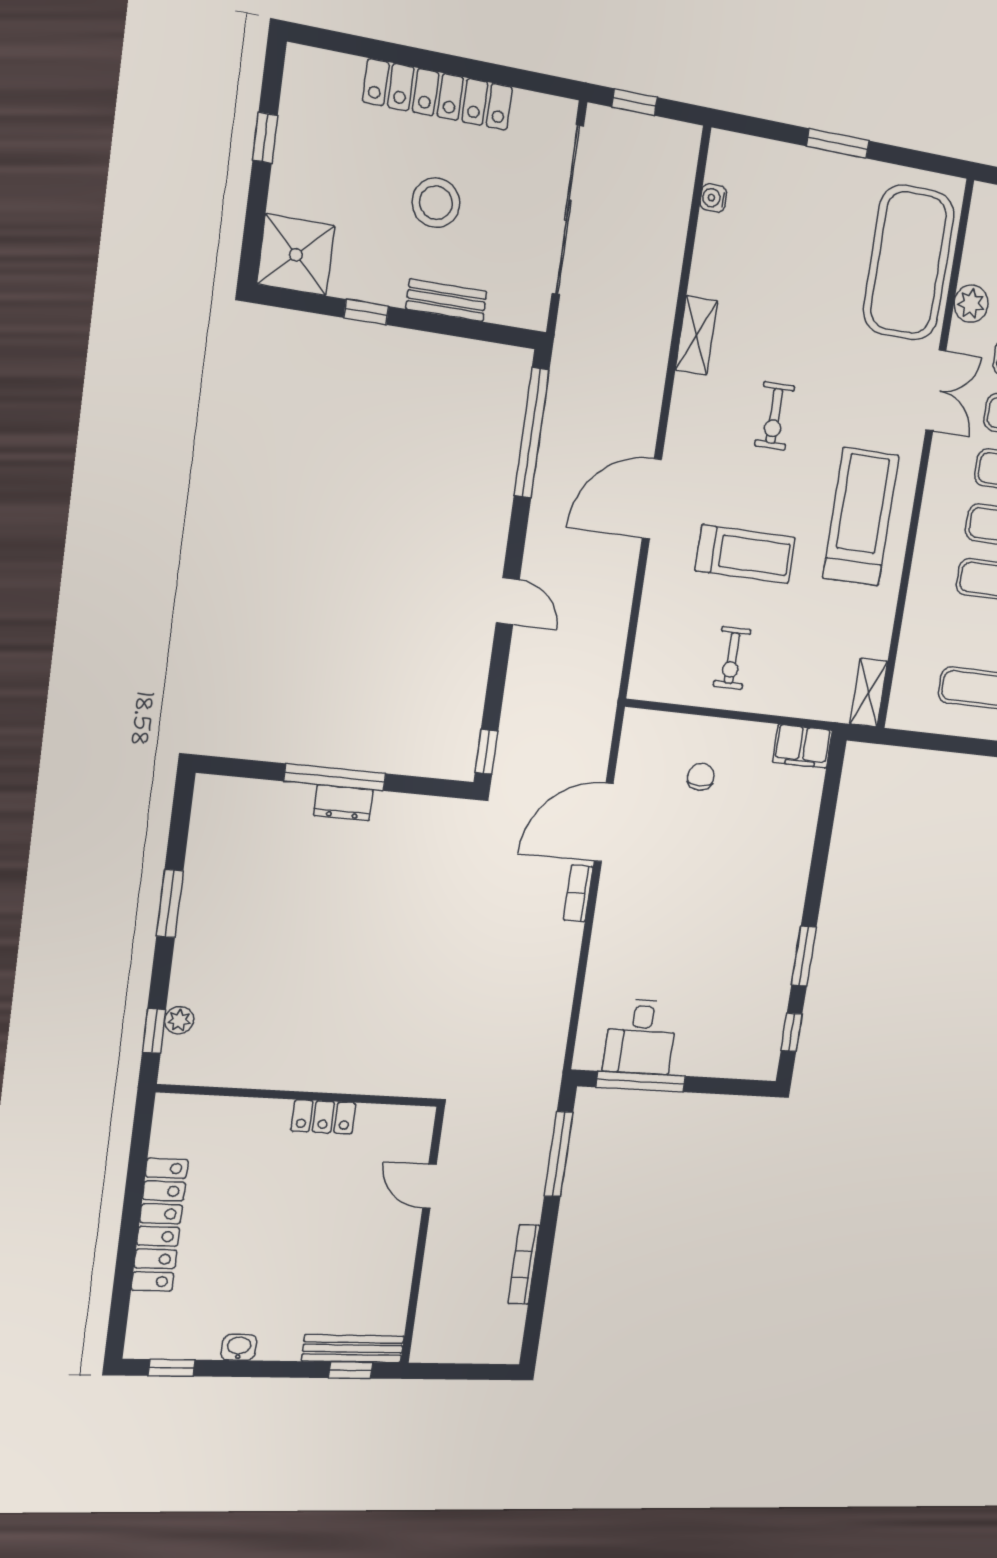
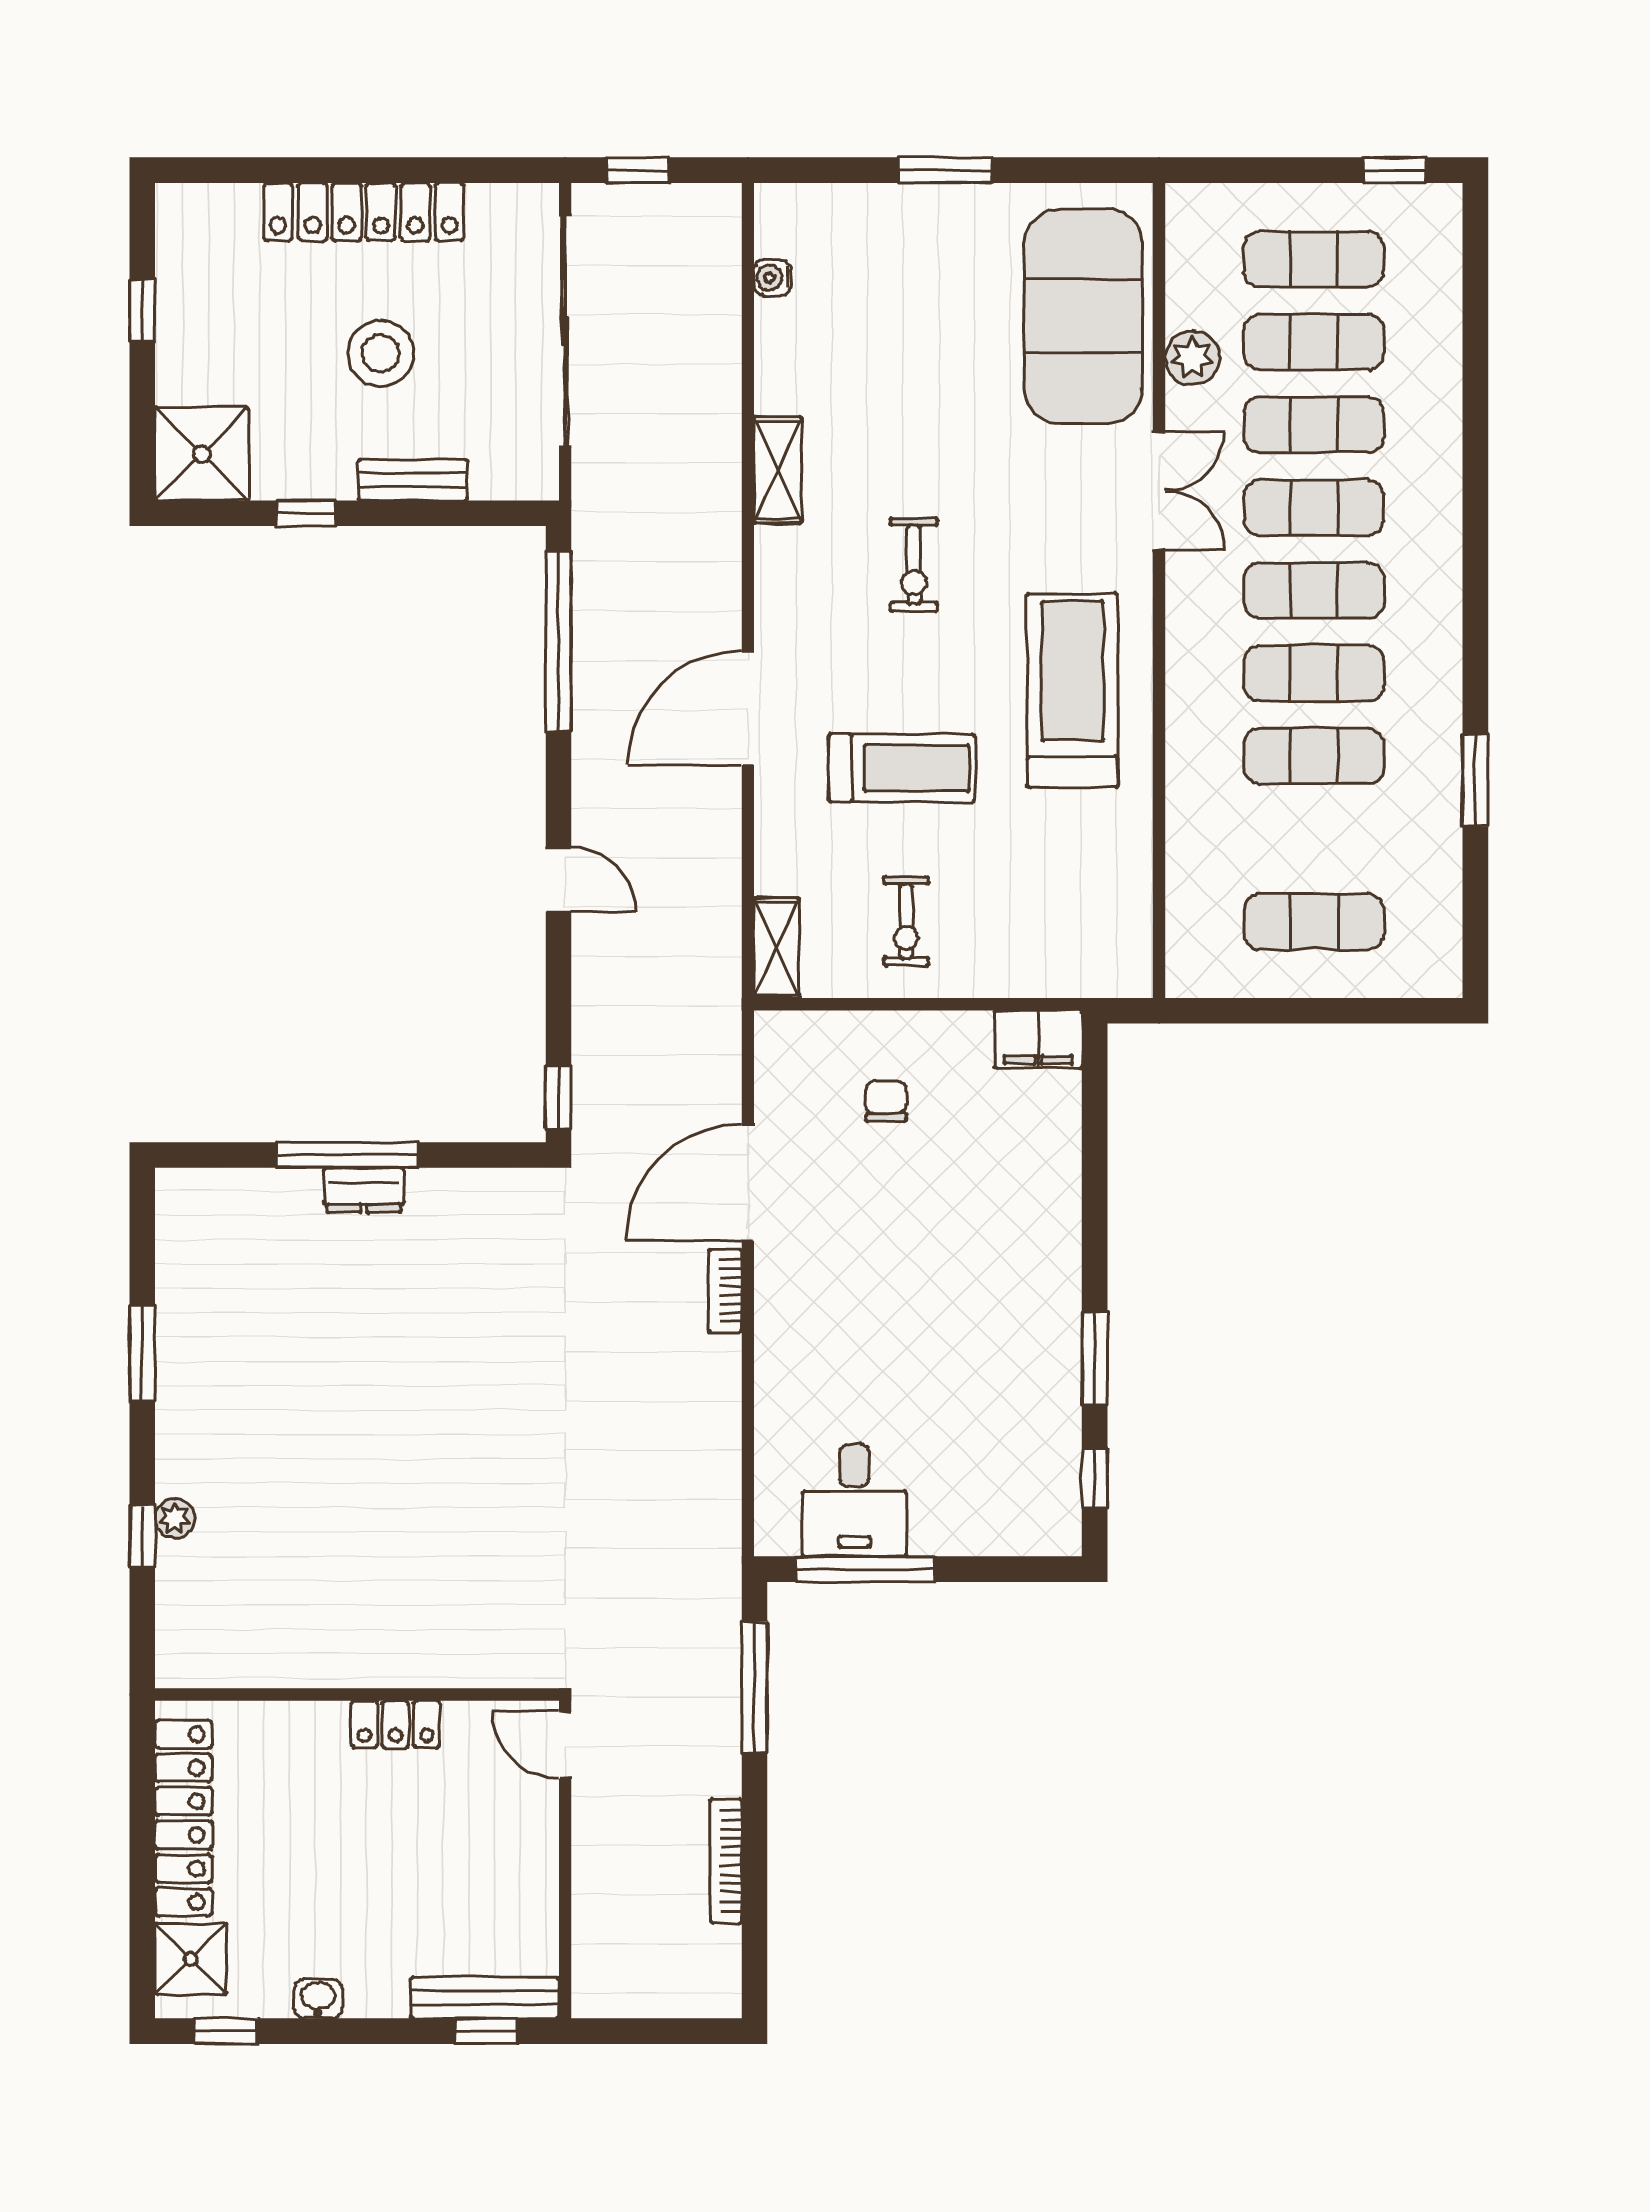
shelving: (869, 693) -> (777, 948), moved
wall: (299, 1096) -> (357, 1695), moved
locker: (323, 1117) -> (396, 1724), moved
shower: (153, 1319) -> (191, 1959), added

